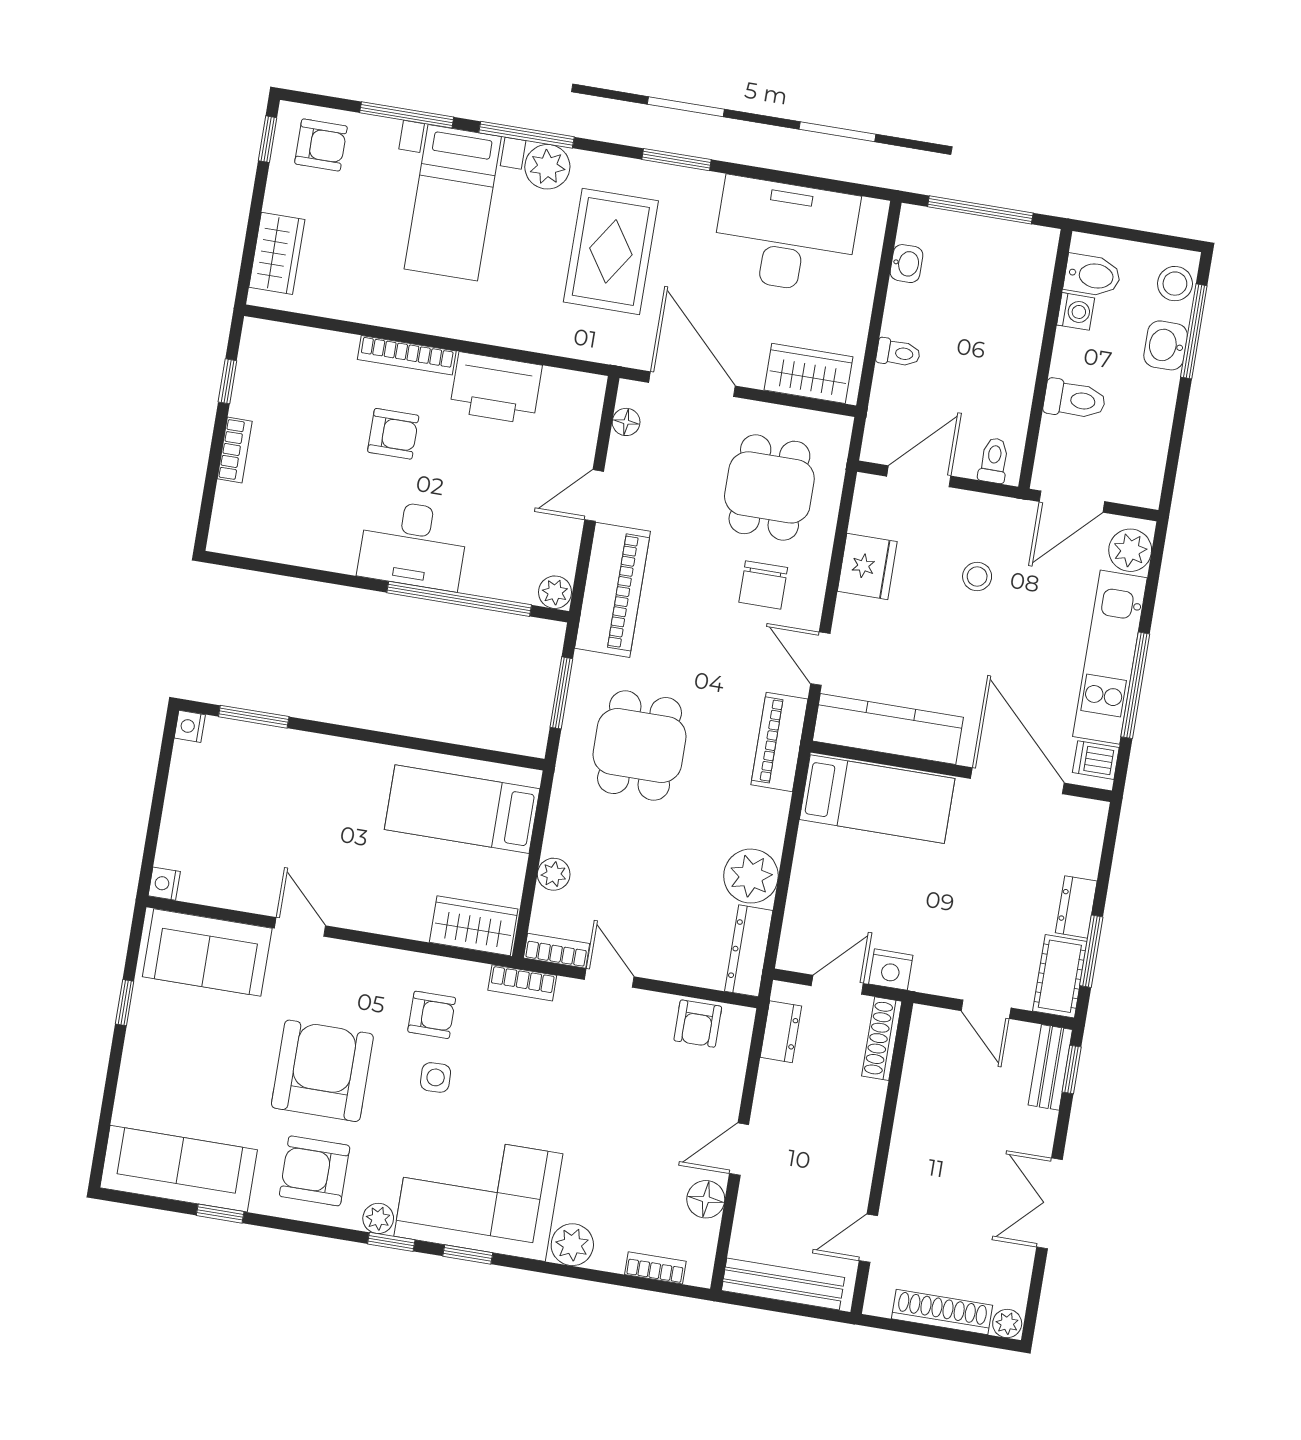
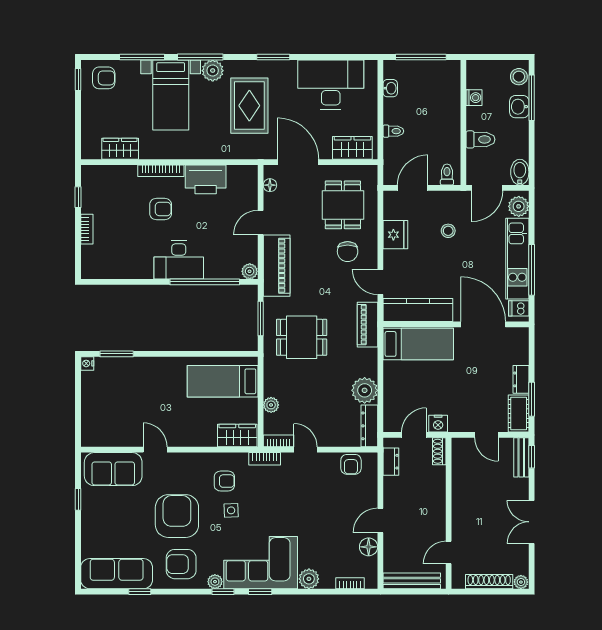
wardrobe: (277, 253) -> (120, 149), moved, turned -90
bidet: (1092, 275) -> (520, 172), moved, turned -90
dining table: (639, 746) -> (302, 337), turned 90
nightstand: (164, 884) -> (87, 440), removed
shoe rack: (882, 1039) -> (439, 451), width x0.70

